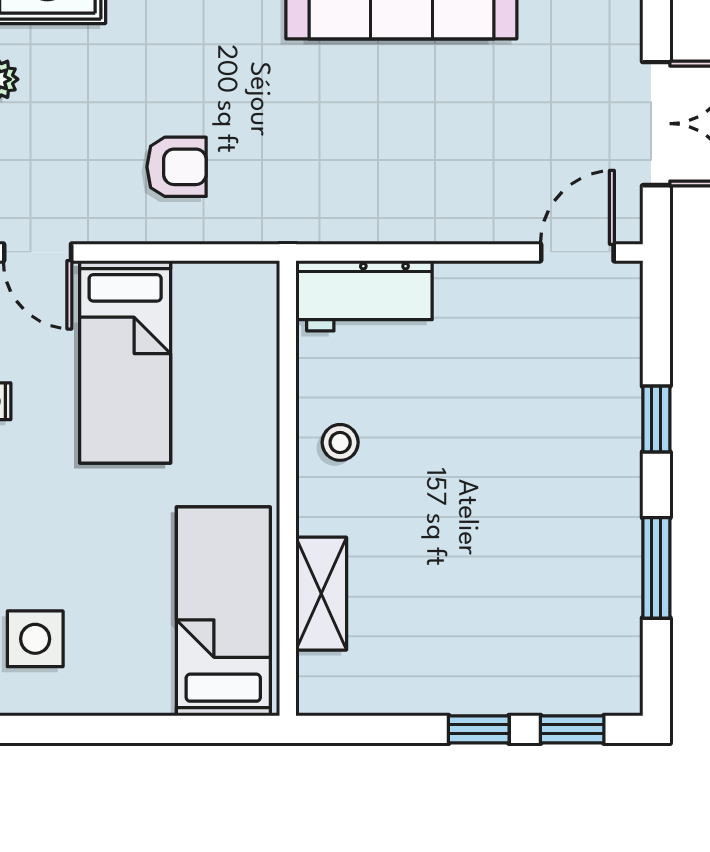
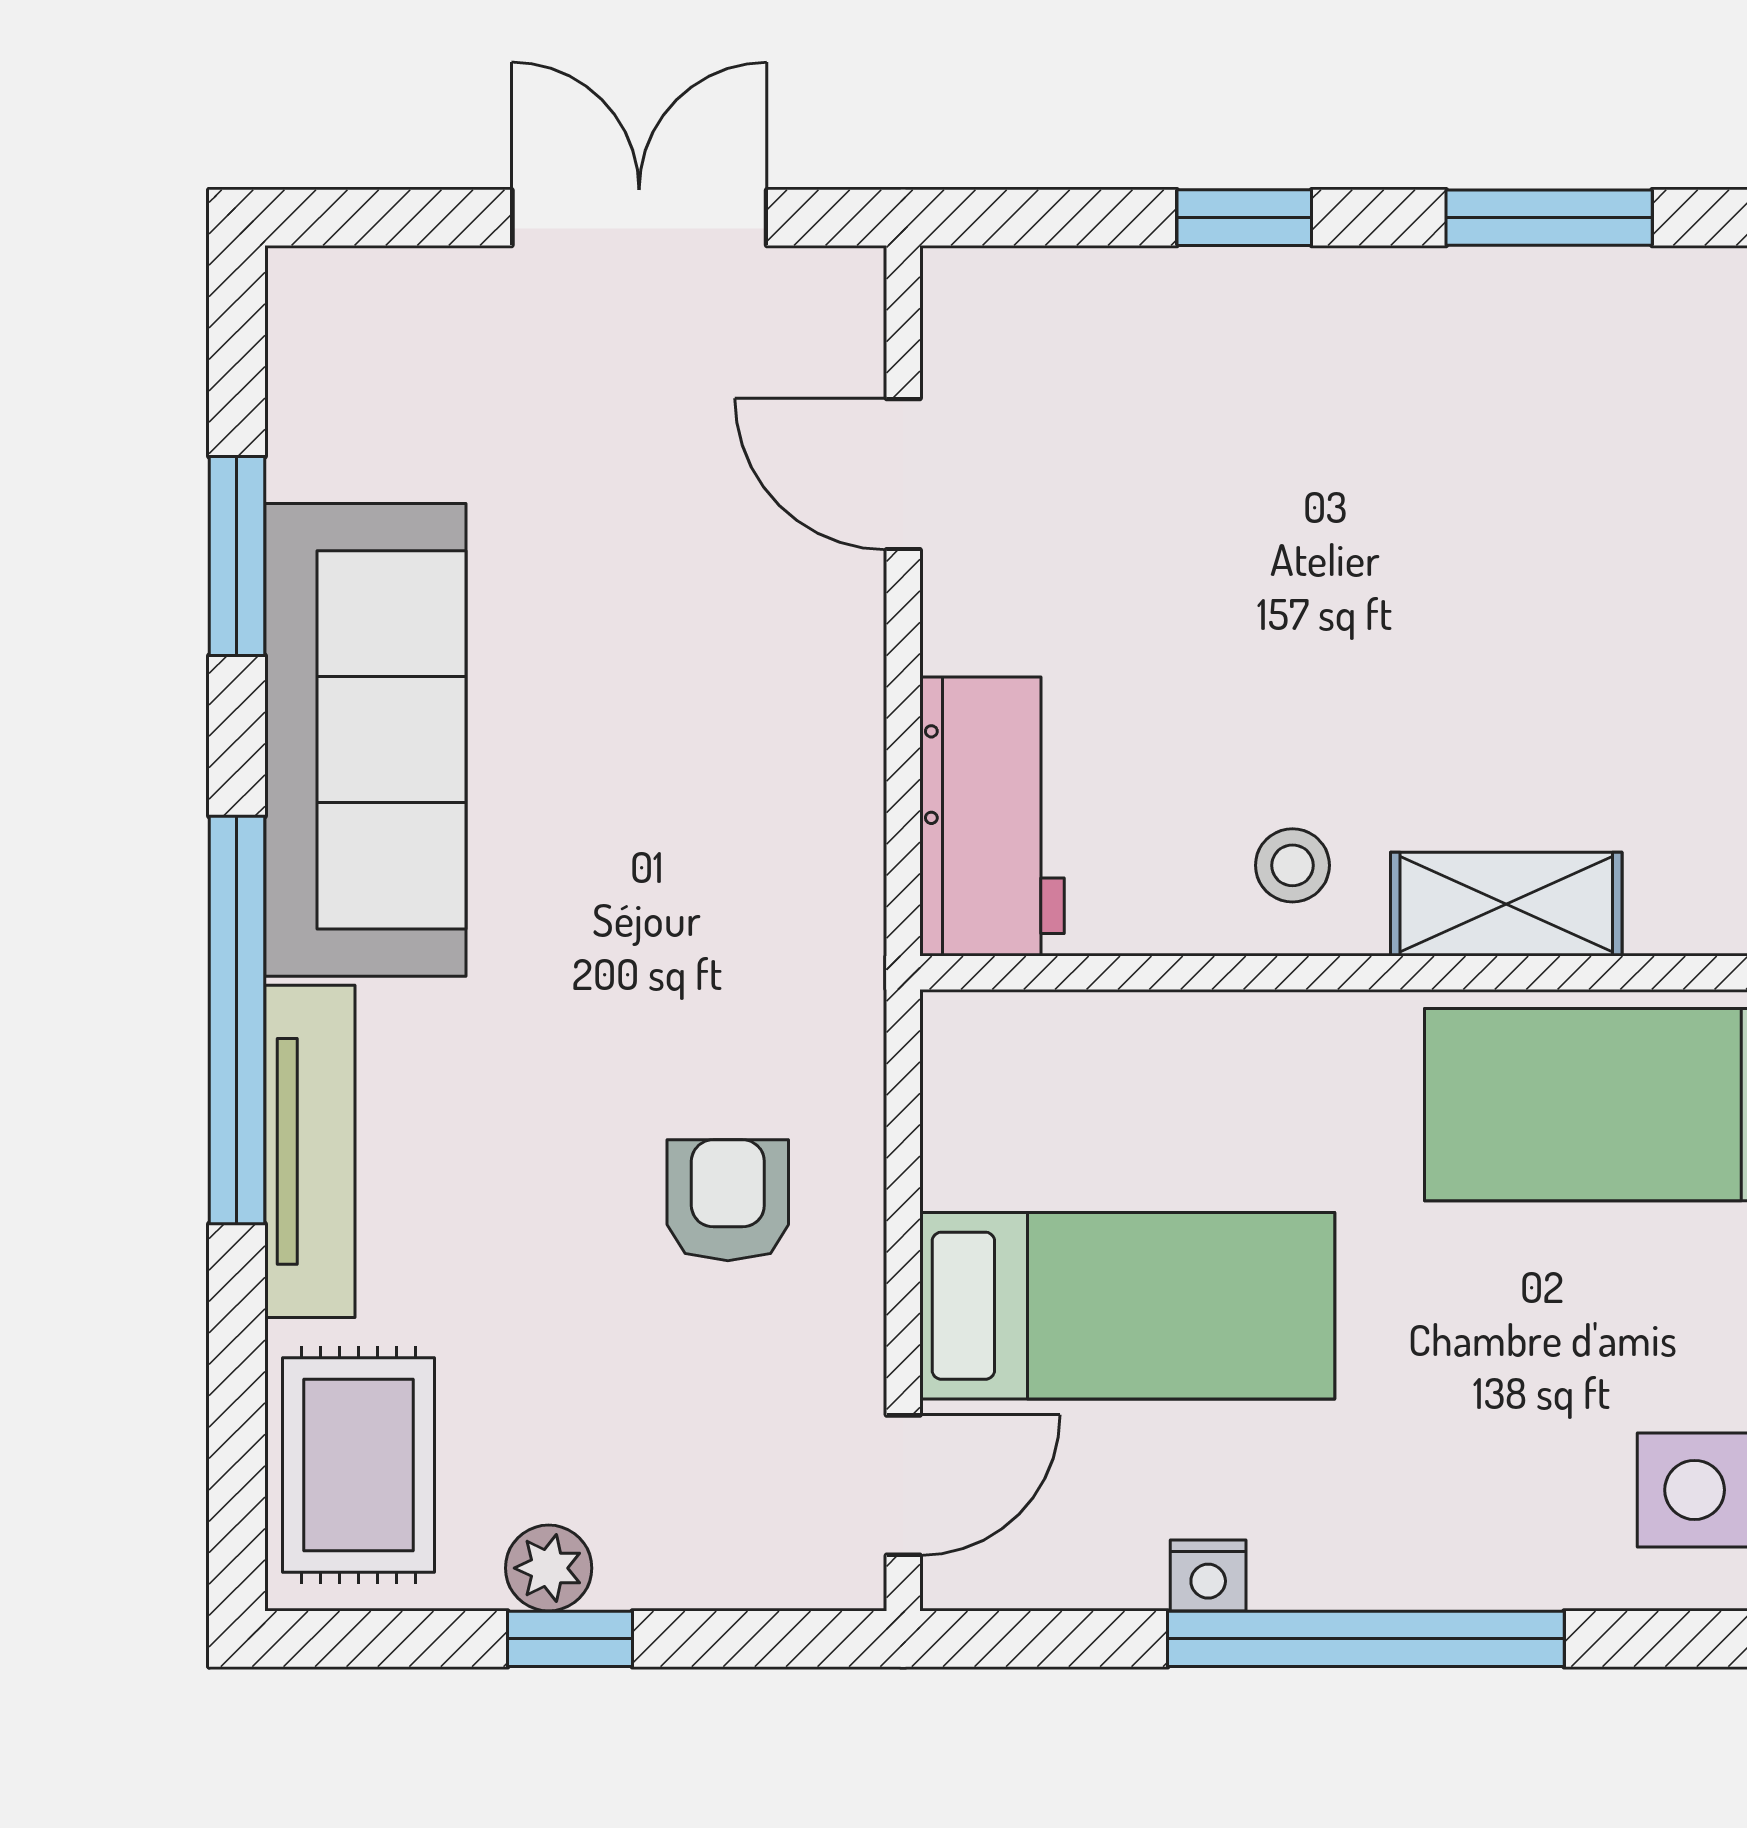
door: (577, 252) -> (903, 474), moved
shelving: (321, 594) -> (1506, 904), moved

